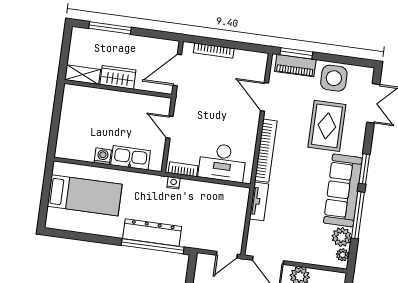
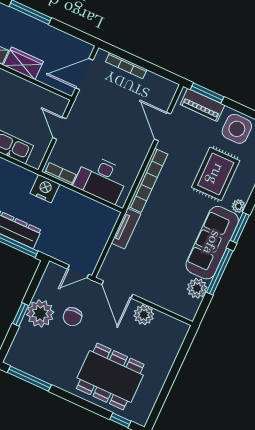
nightstand: (173, 183) -> (45, 189), width x1.89, depth x1.79
plant: (343, 255) -> (239, 206), moved

